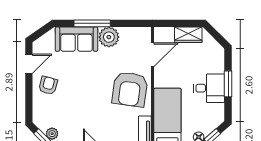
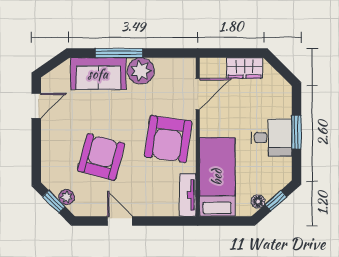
armchair: (48, 85) -> (101, 157), moved, width x1.88, depth x1.88

